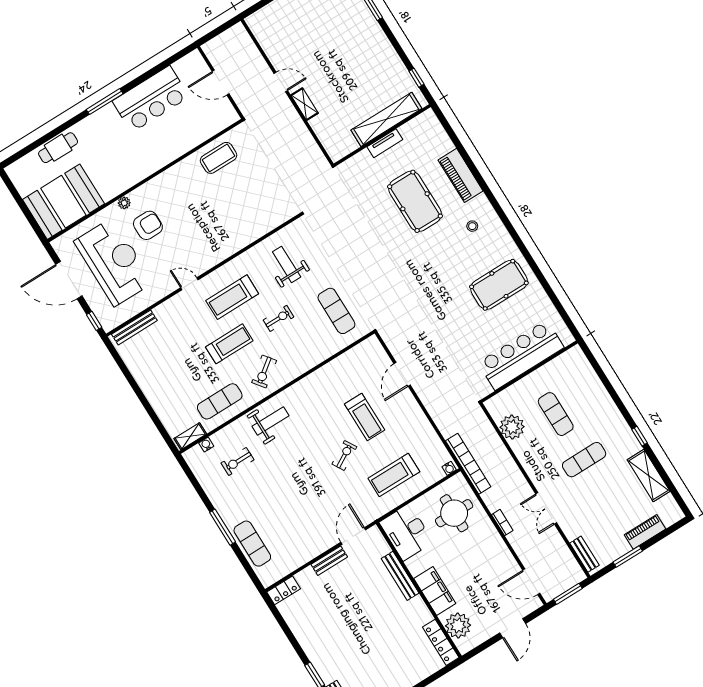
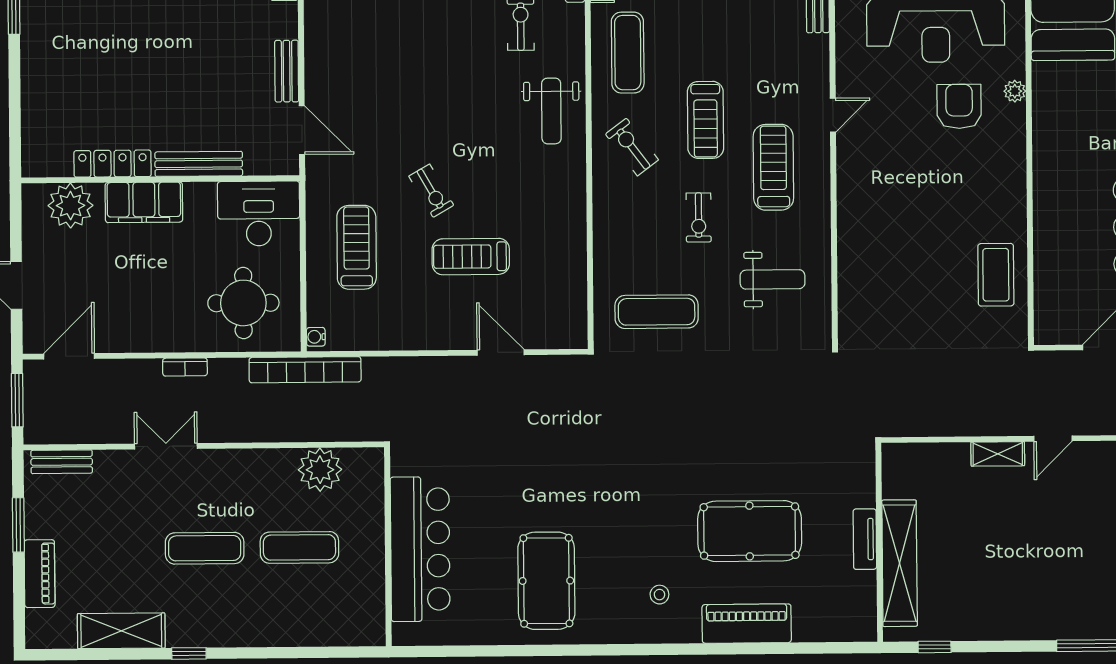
armchair: (148, 225) -> (959, 106), turned 180
exercise mat: (584, 460) -> (205, 548), turned 90
locker: (441, 642) -> (113, 164), moved

